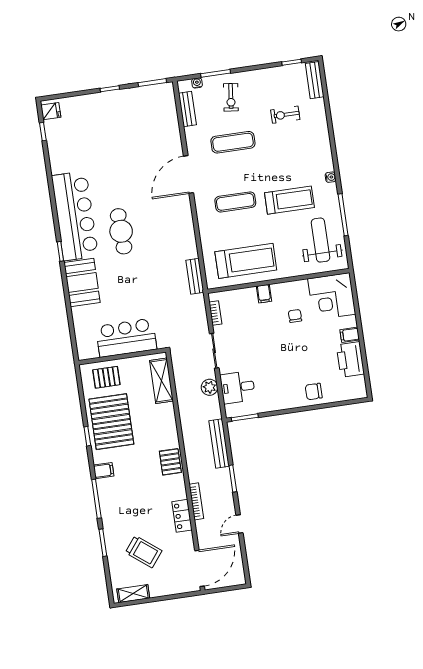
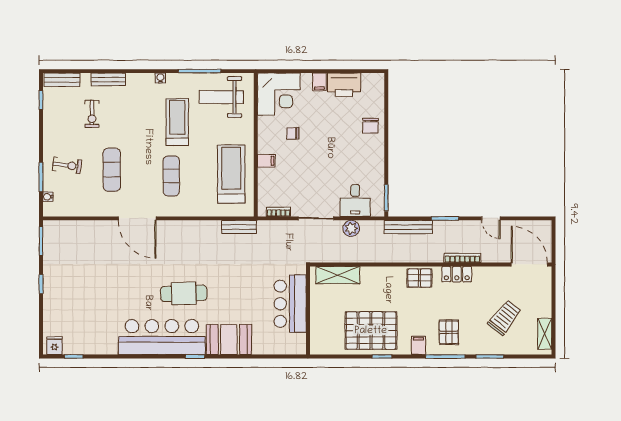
bench: (187, 109) -> (108, 79), moved
pallet: (106, 377) -> (449, 332), moved
locker: (182, 516) -> (457, 274), moved

